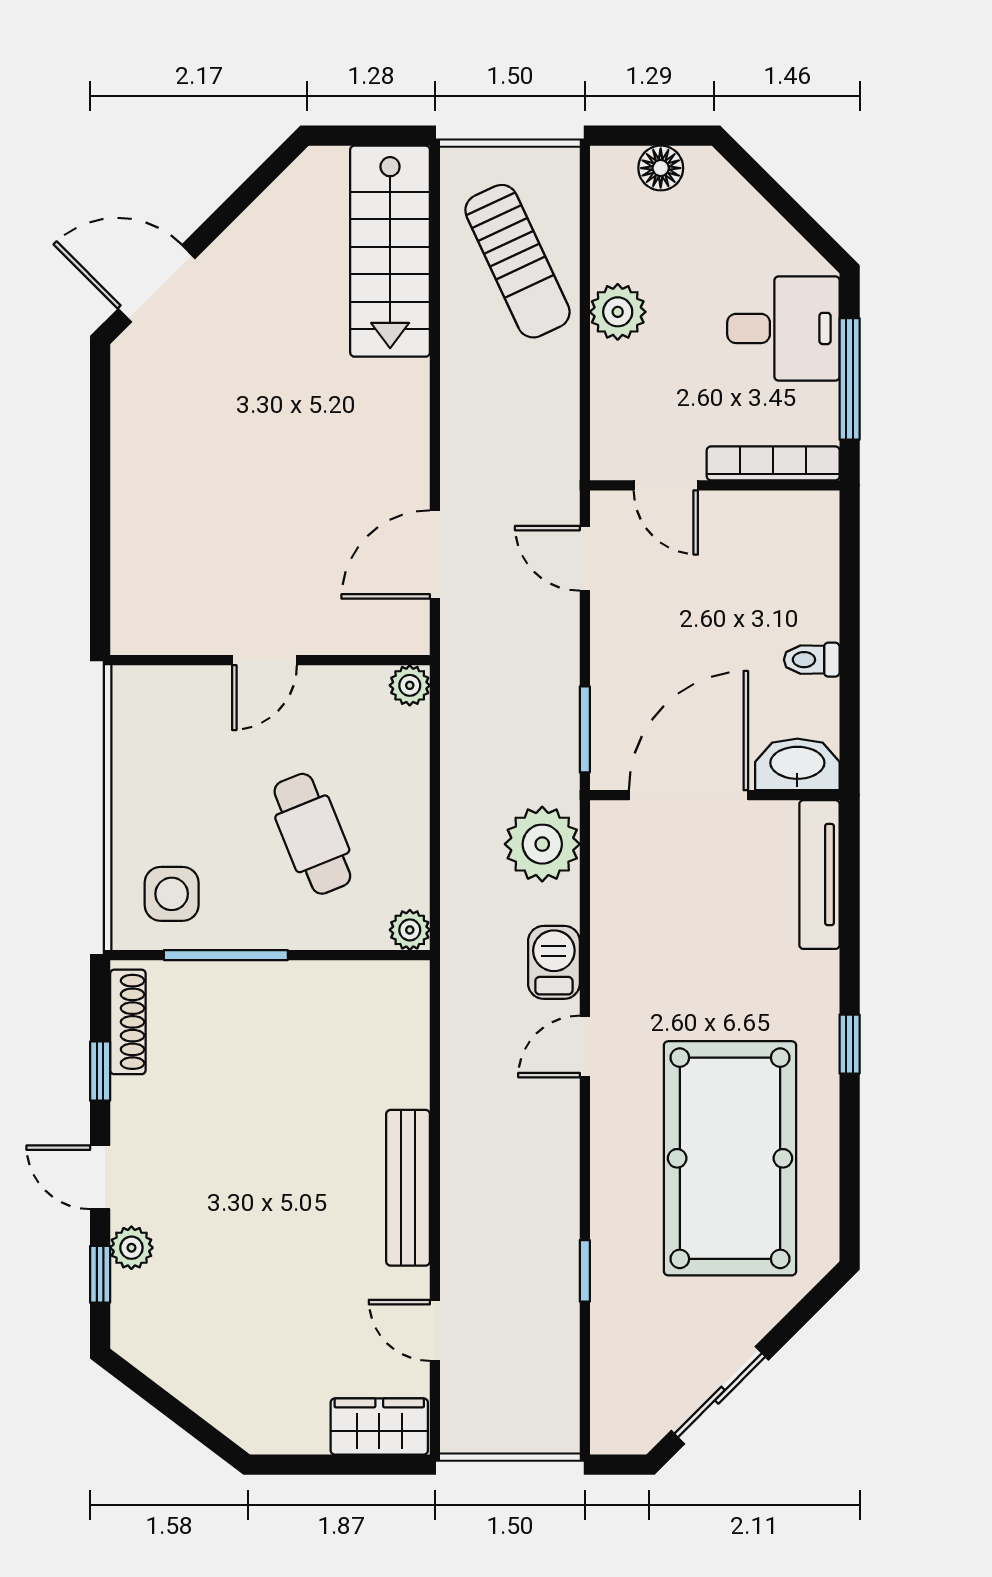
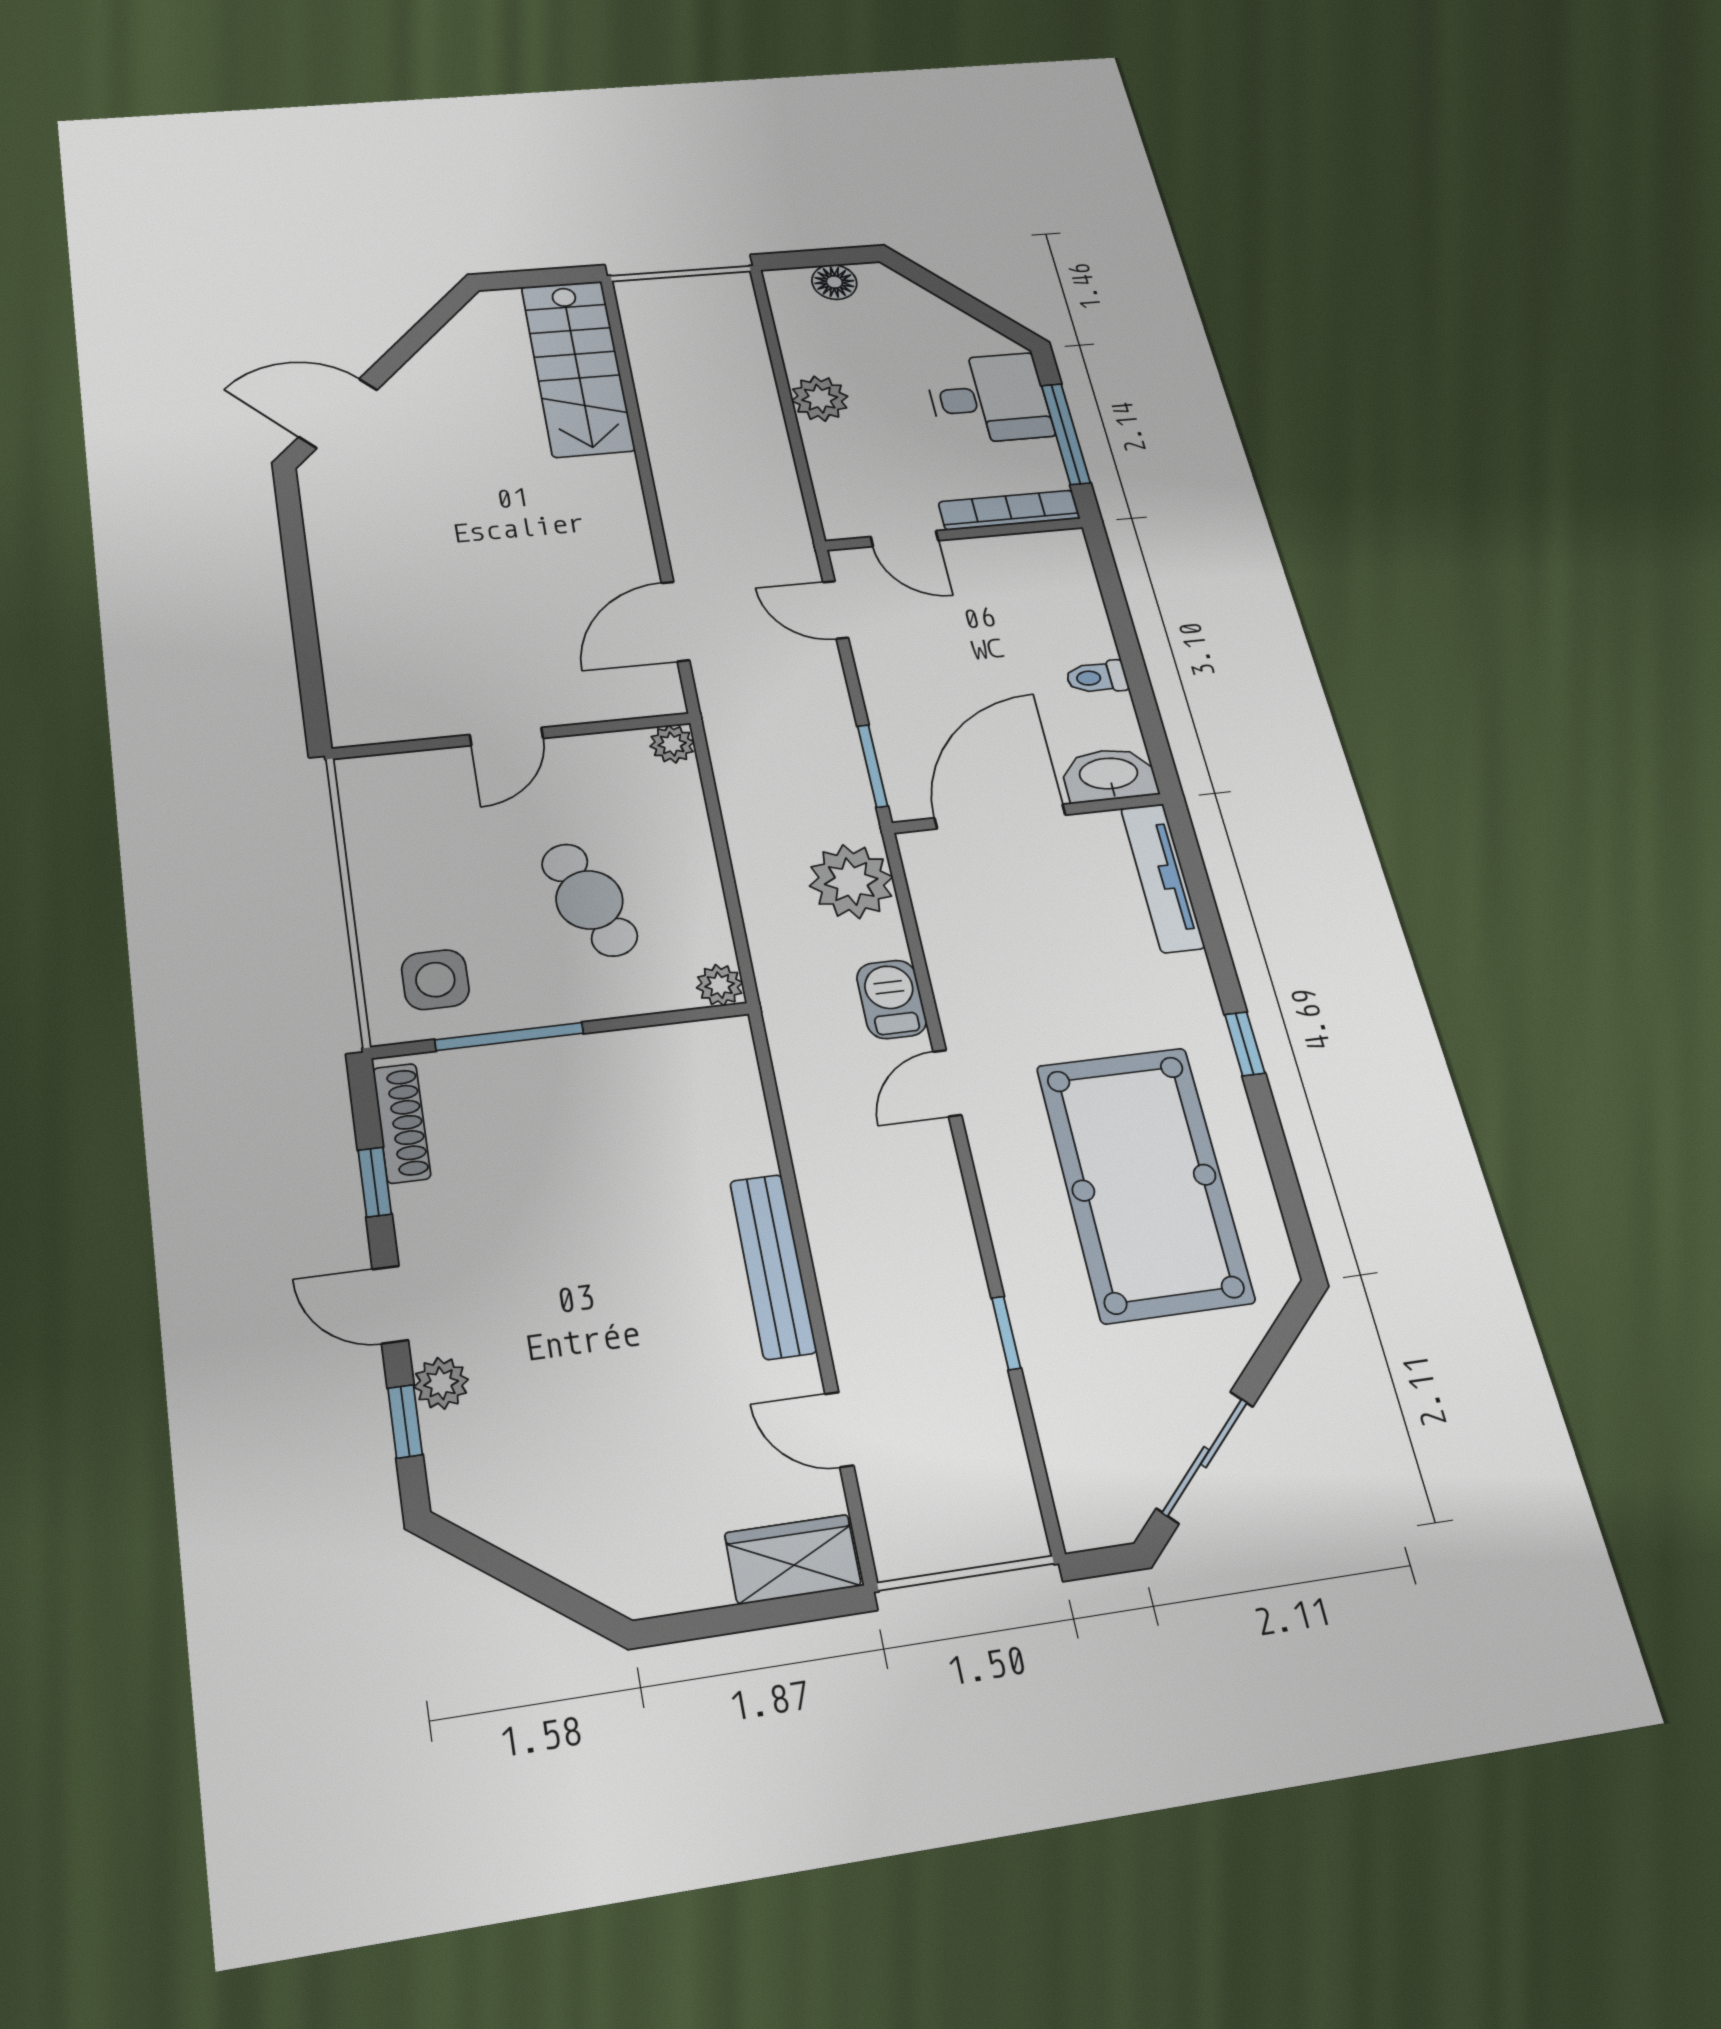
sun lounger: (517, 261) -> (709, 366), removed

